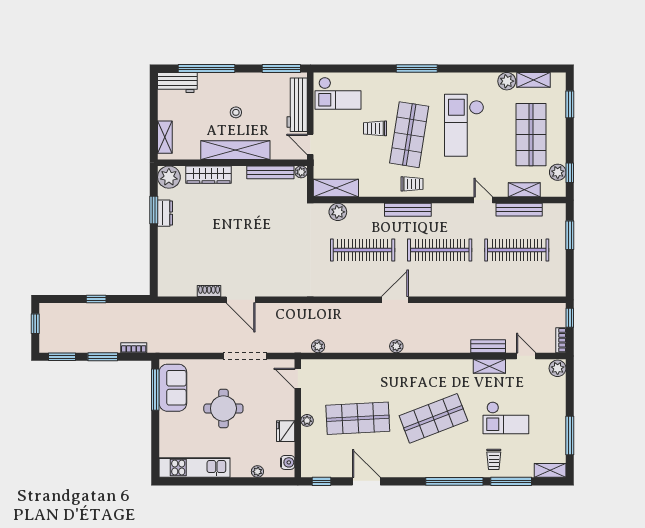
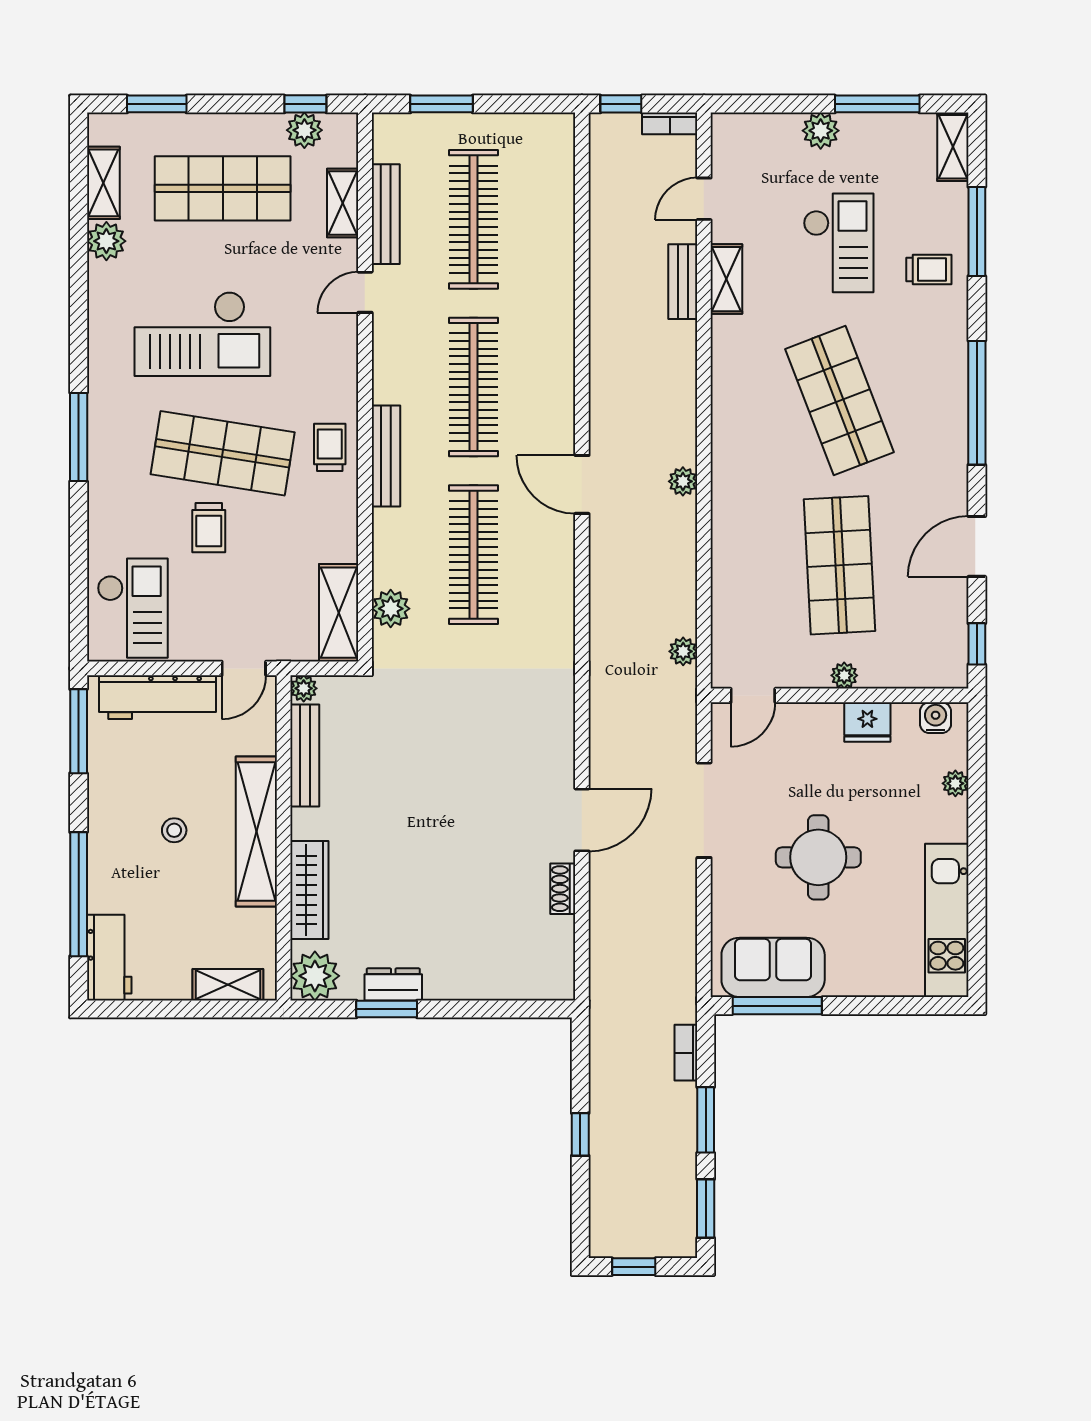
plant: (558, 368) -> (821, 131), moved
window: (454, 481) -> (977, 403), moved

